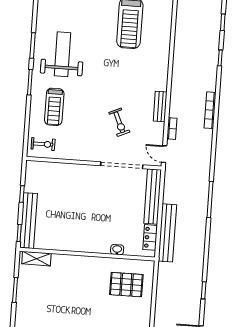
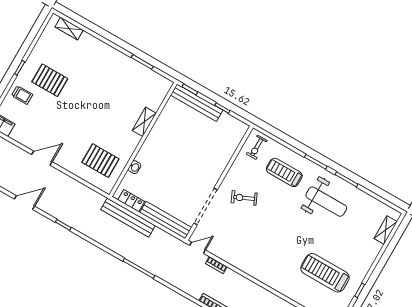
bench: (160, 106) -> (240, 264), removed
exercise bike: (119, 122) -> (244, 198), moved
shelving: (36, 259) -> (144, 122), moved
pallet: (126, 285) -> (100, 161), turned 90

